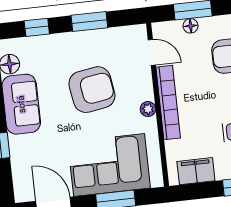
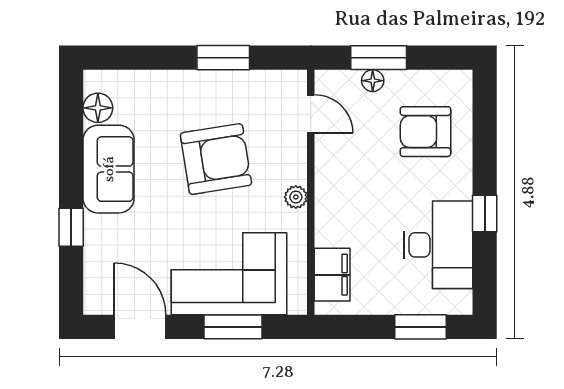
window: (37, 27) -> (144, 58), removed
bookcase: (168, 103) -> (327, 191), removed
filing cabinet: (196, 171) -> (332, 275), moved, turned 90

